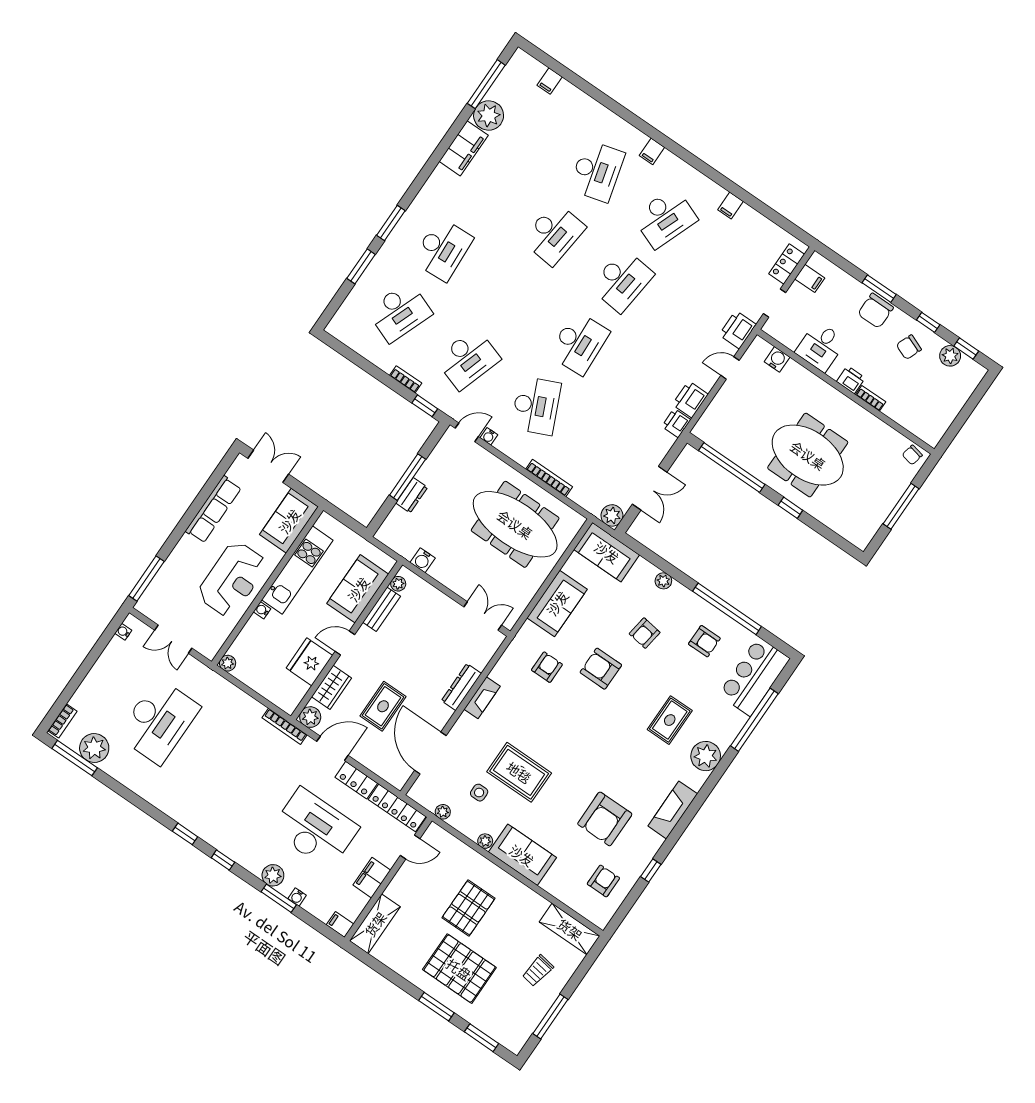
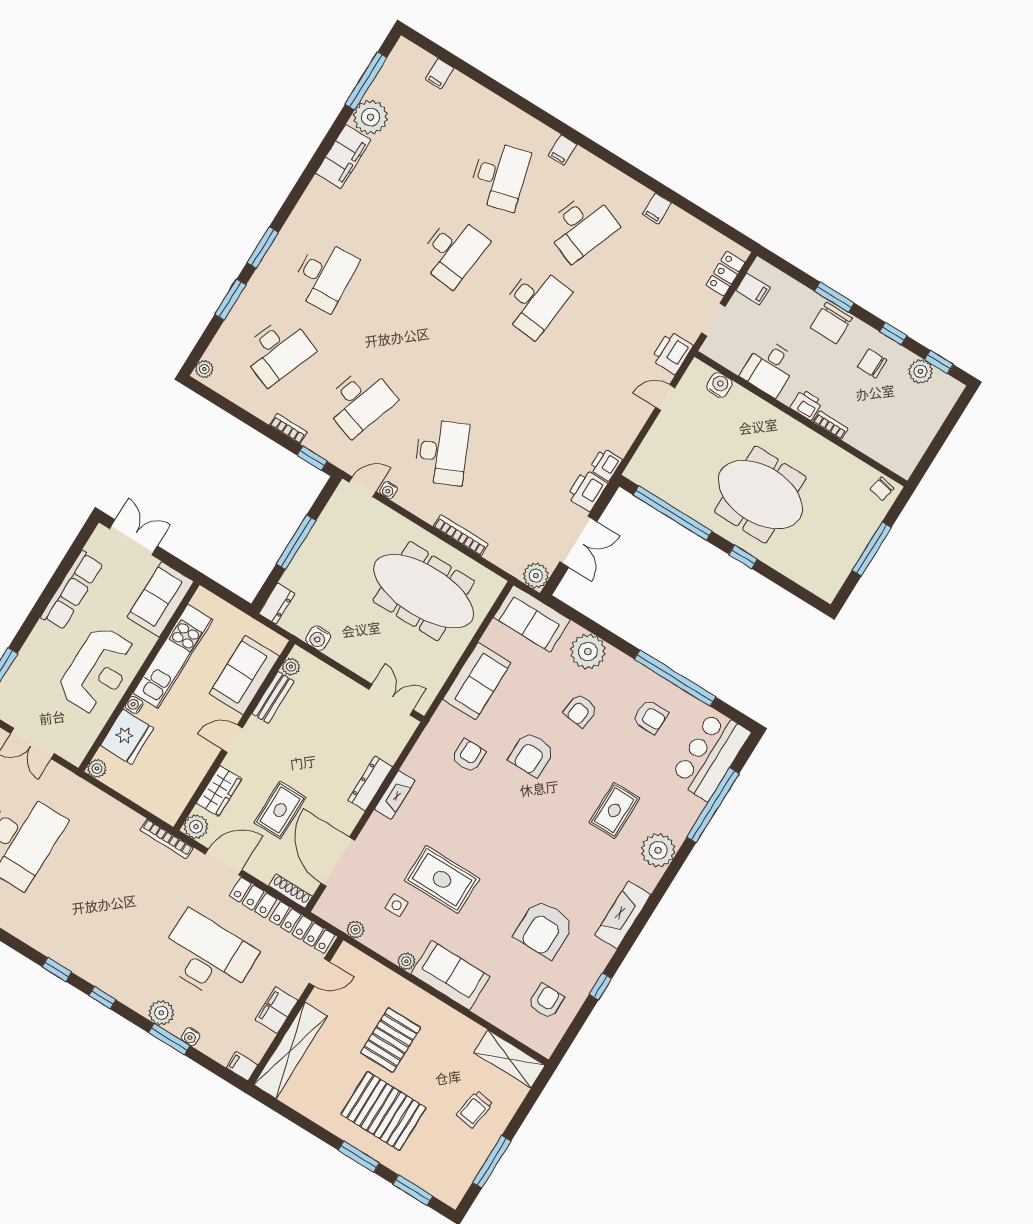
plant: (336, 325) -> (204, 369), added
desk: (579, 343) -> (488, 377), removed
chair: (909, 347) -> (872, 363), turned 68
printer: (690, 399) -> (587, 490), moved
dresser: (412, 495) -> (277, 603), moved
plant: (663, 581) -> (588, 652), width x1.88, depth x1.88
fridge: (309, 662) -> (127, 737), moved, turned 180
armchair: (601, 669) -> (531, 754), turned -90
shoe rack: (389, 776) -> (291, 891), added
shelving: (375, 924) -> (291, 1050), width x1.47

